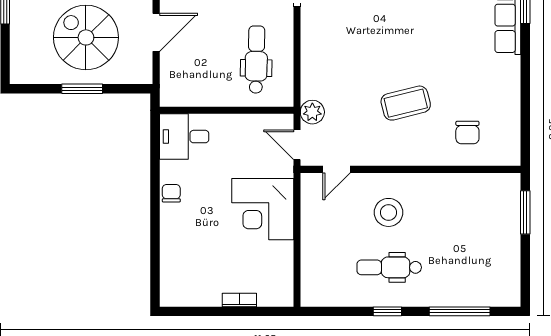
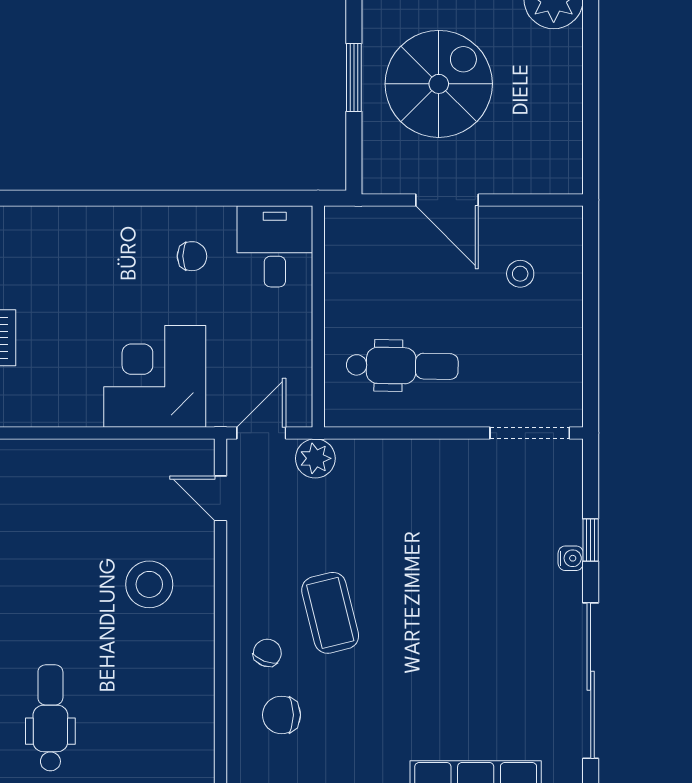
chair: (430, 141) -> (267, 653), added
chair: (171, 193) -> (192, 256), moved
dental chair: (389, 267) -> (50, 718), moved

